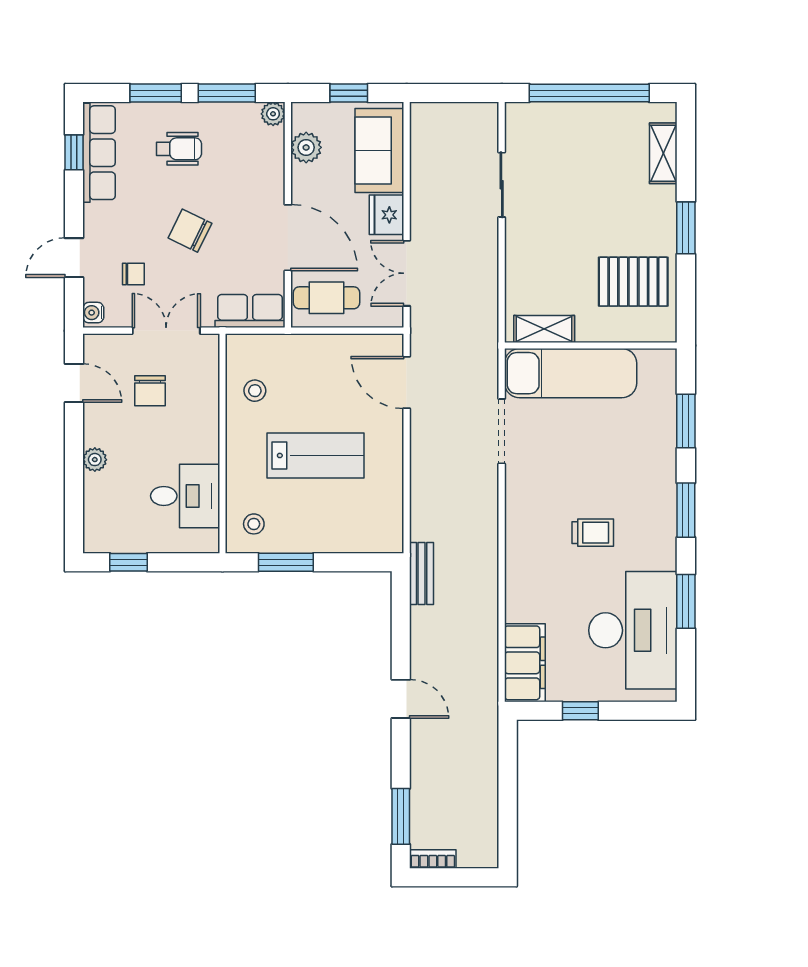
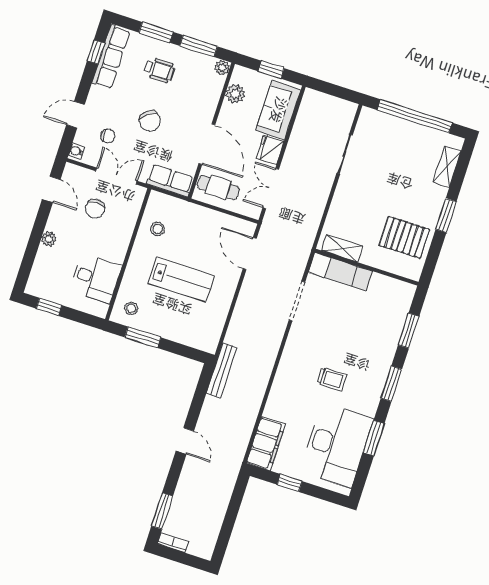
chair: (190, 231) -> (150, 121), turned -153
exam couch: (571, 373) -> (340, 272), width x0.73, depth x0.69
bench: (422, 574) -> (222, 370), width x1.36

